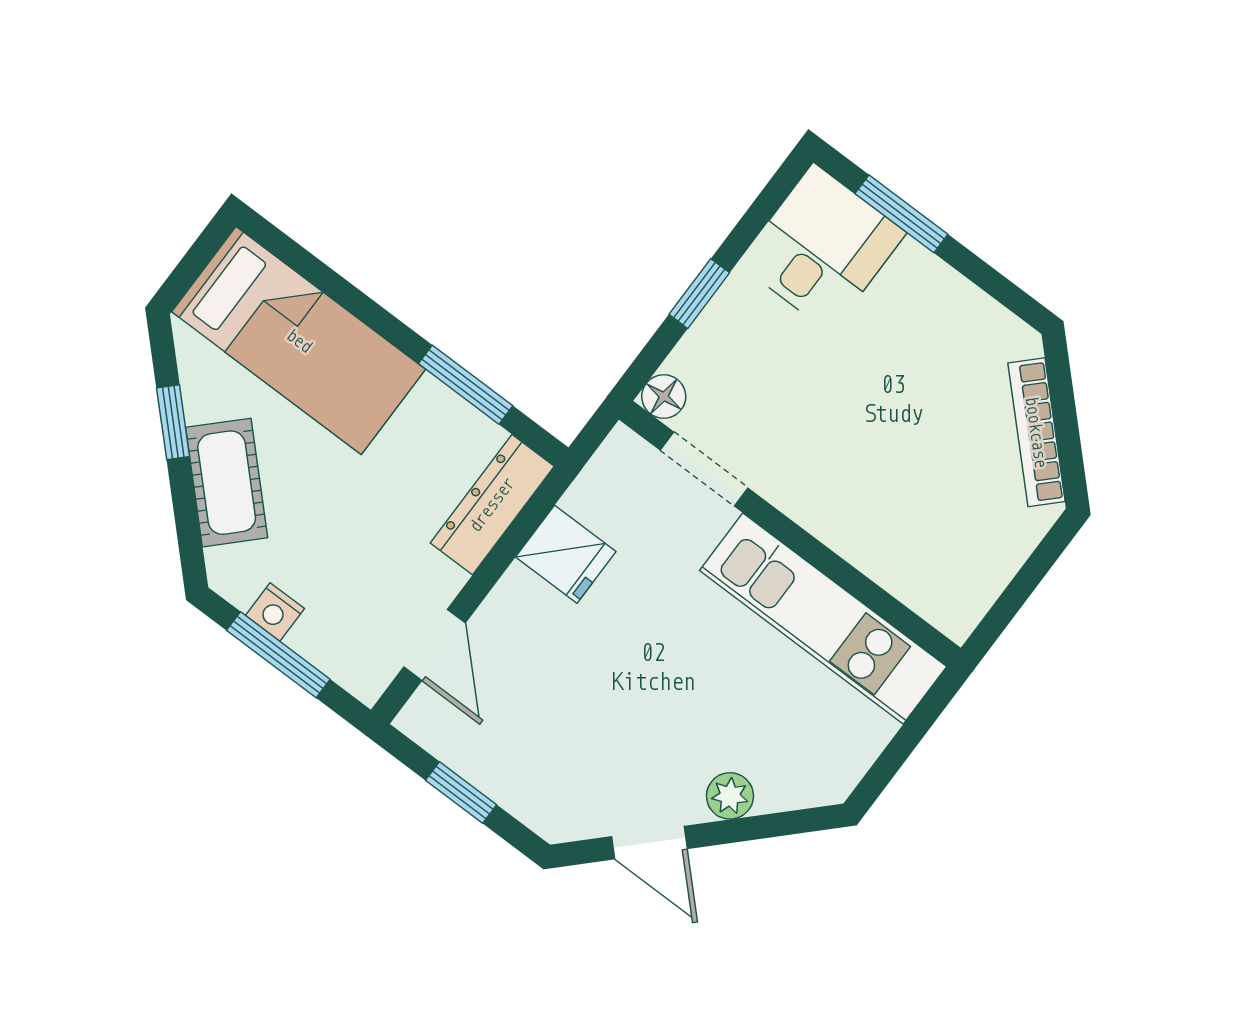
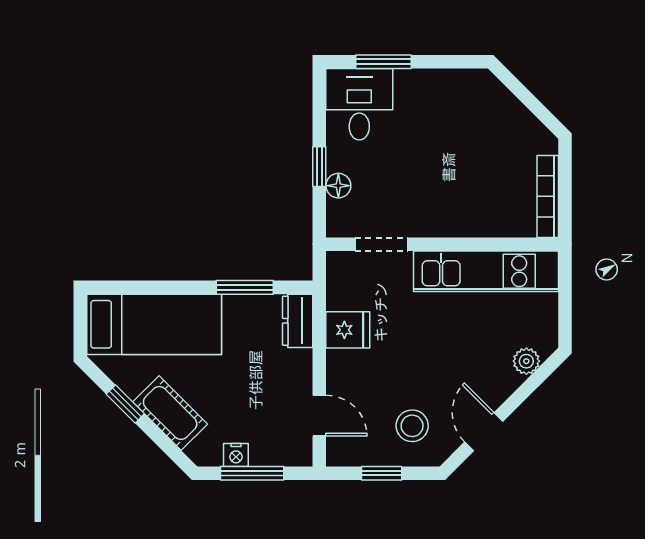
floor lamp: (664, 396) -> (338, 186), moved
bookcase: (1036, 432) -> (548, 196), moved, turned 45
dresser: (492, 505) -> (298, 321), width x0.70
stool: (555, 758) -> (412, 426), added
plant: (730, 796) -> (526, 361), moved
door: (649, 843) -> (484, 432), swing flipped

